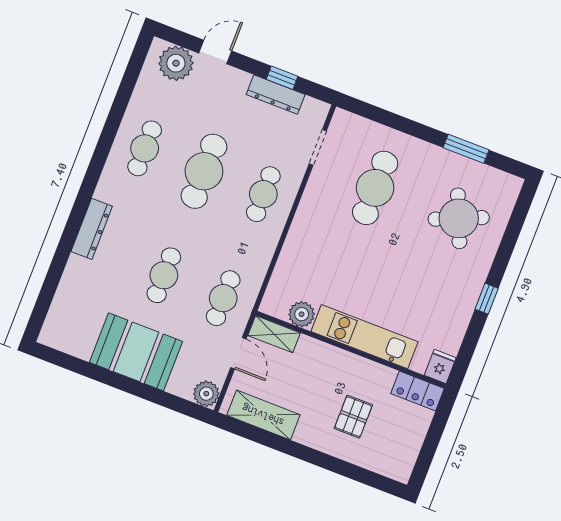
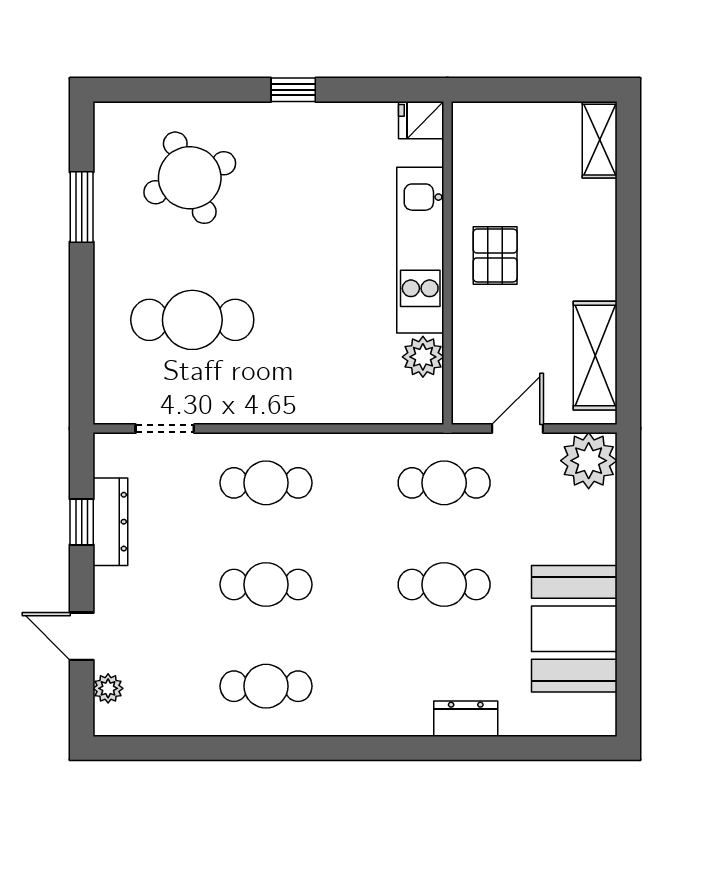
plant: (176, 63) -> (108, 688), width x0.53, depth x0.53
cafe table: (204, 171) -> (266, 585), width x0.73, depth x0.74
dresser: (92, 229) -> (466, 719), moved, width x0.70
shelving: (274, 334) -> (600, 140), moved
booth: (136, 352) -> (574, 629), moved
locker: (417, 391) -> (471, 140), removed
plant: (206, 394) -> (589, 461), width x1.36, depth x1.36
pallet: (353, 417) -> (495, 255), moved, turned 90

